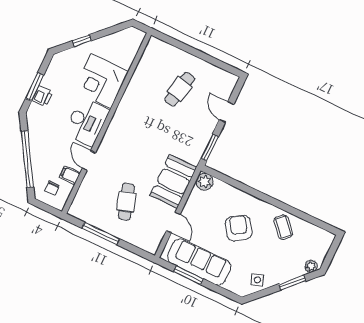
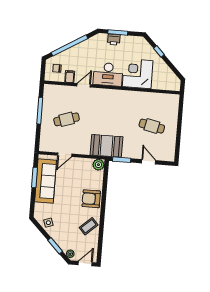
door: (227, 112) -> (149, 162), hinge flipped
booth: (173, 181) -> (106, 146), moved
armchair: (239, 228) -> (91, 199), moved, turned -147
door: (332, 251) -> (85, 264), added

